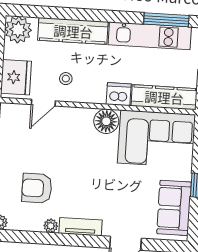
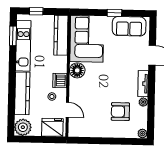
window: (166, 20) -> (13, 36), width x0.69
dishwasher: (119, 94) -> (60, 80), moved
armchair: (37, 188) -> (120, 112), turned 90

